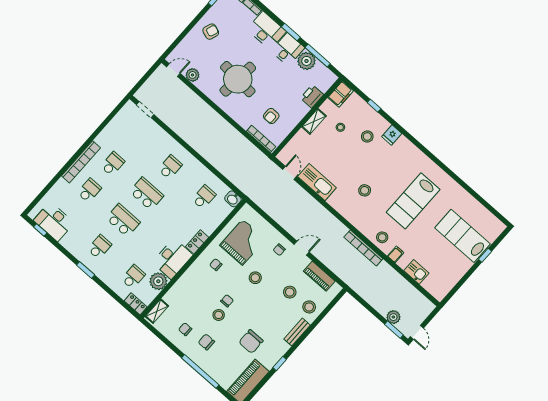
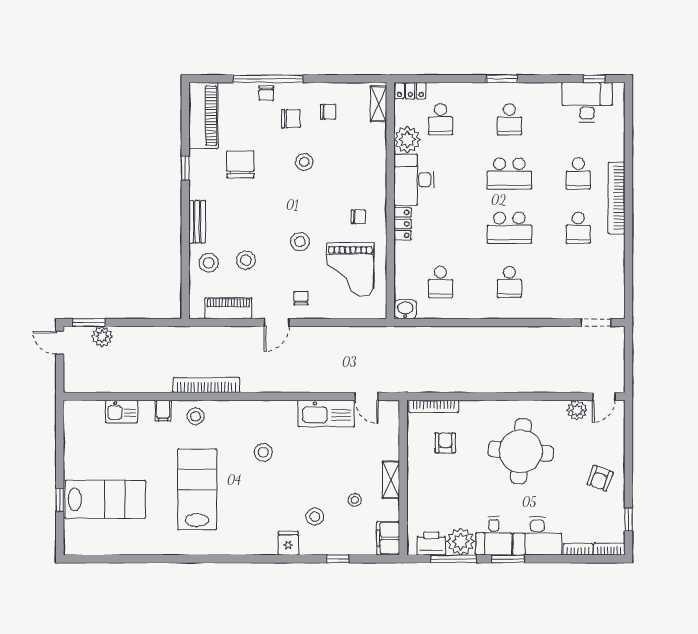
printer: (312, 96) -> (431, 543), moved, turned -90
chair: (227, 301) -> (266, 93), moved

